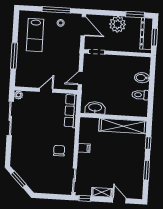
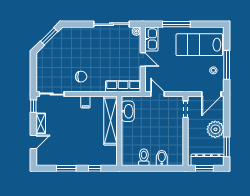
lab bench: (35, 35) -> (199, 45), width x1.36, depth x1.39
kitchen sink: (27, 81) -> (151, 39), added
shelving: (123, 126) -> (111, 121), moved

